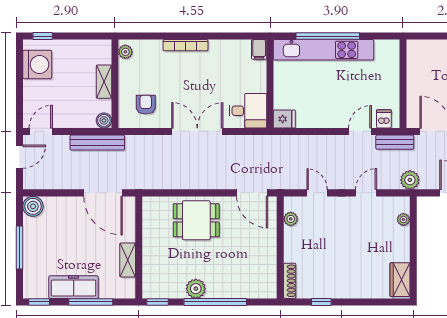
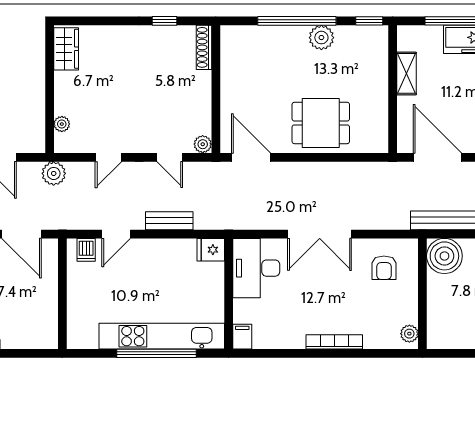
shelving: (104, 82) -> (436, 296), removed
desk: (248, 111) -> (256, 268), width x1.37
boiler: (104, 120) -> (444, 256), width x1.86, depth x1.86
bench: (395, 142) -> (169, 221), moved
plant: (291, 219) -> (203, 144), moved

